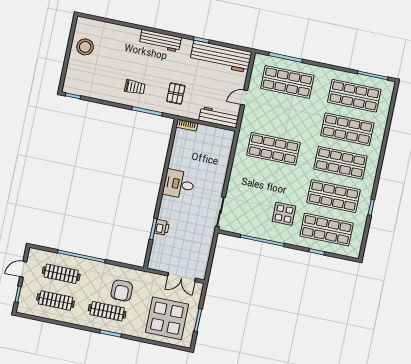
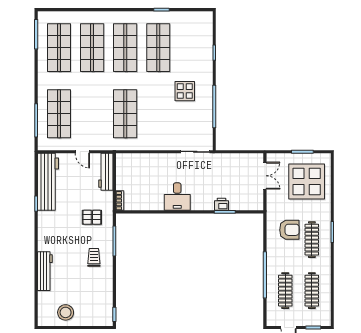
workbench: (160, 41) -> (45, 271), moved
shop shelf: (327, 230) -> (191, 48), removed

